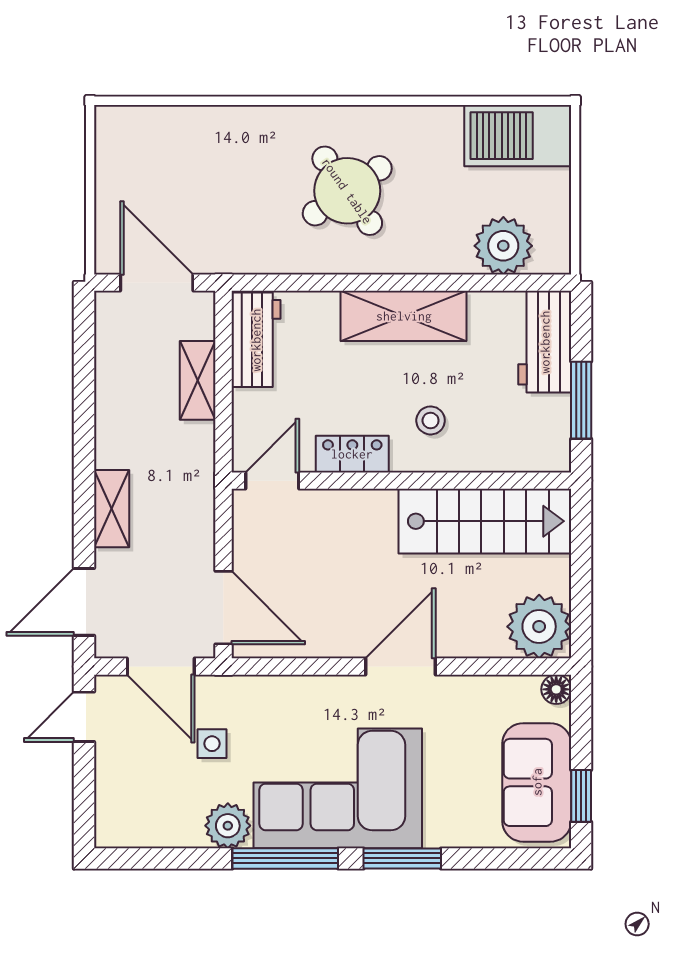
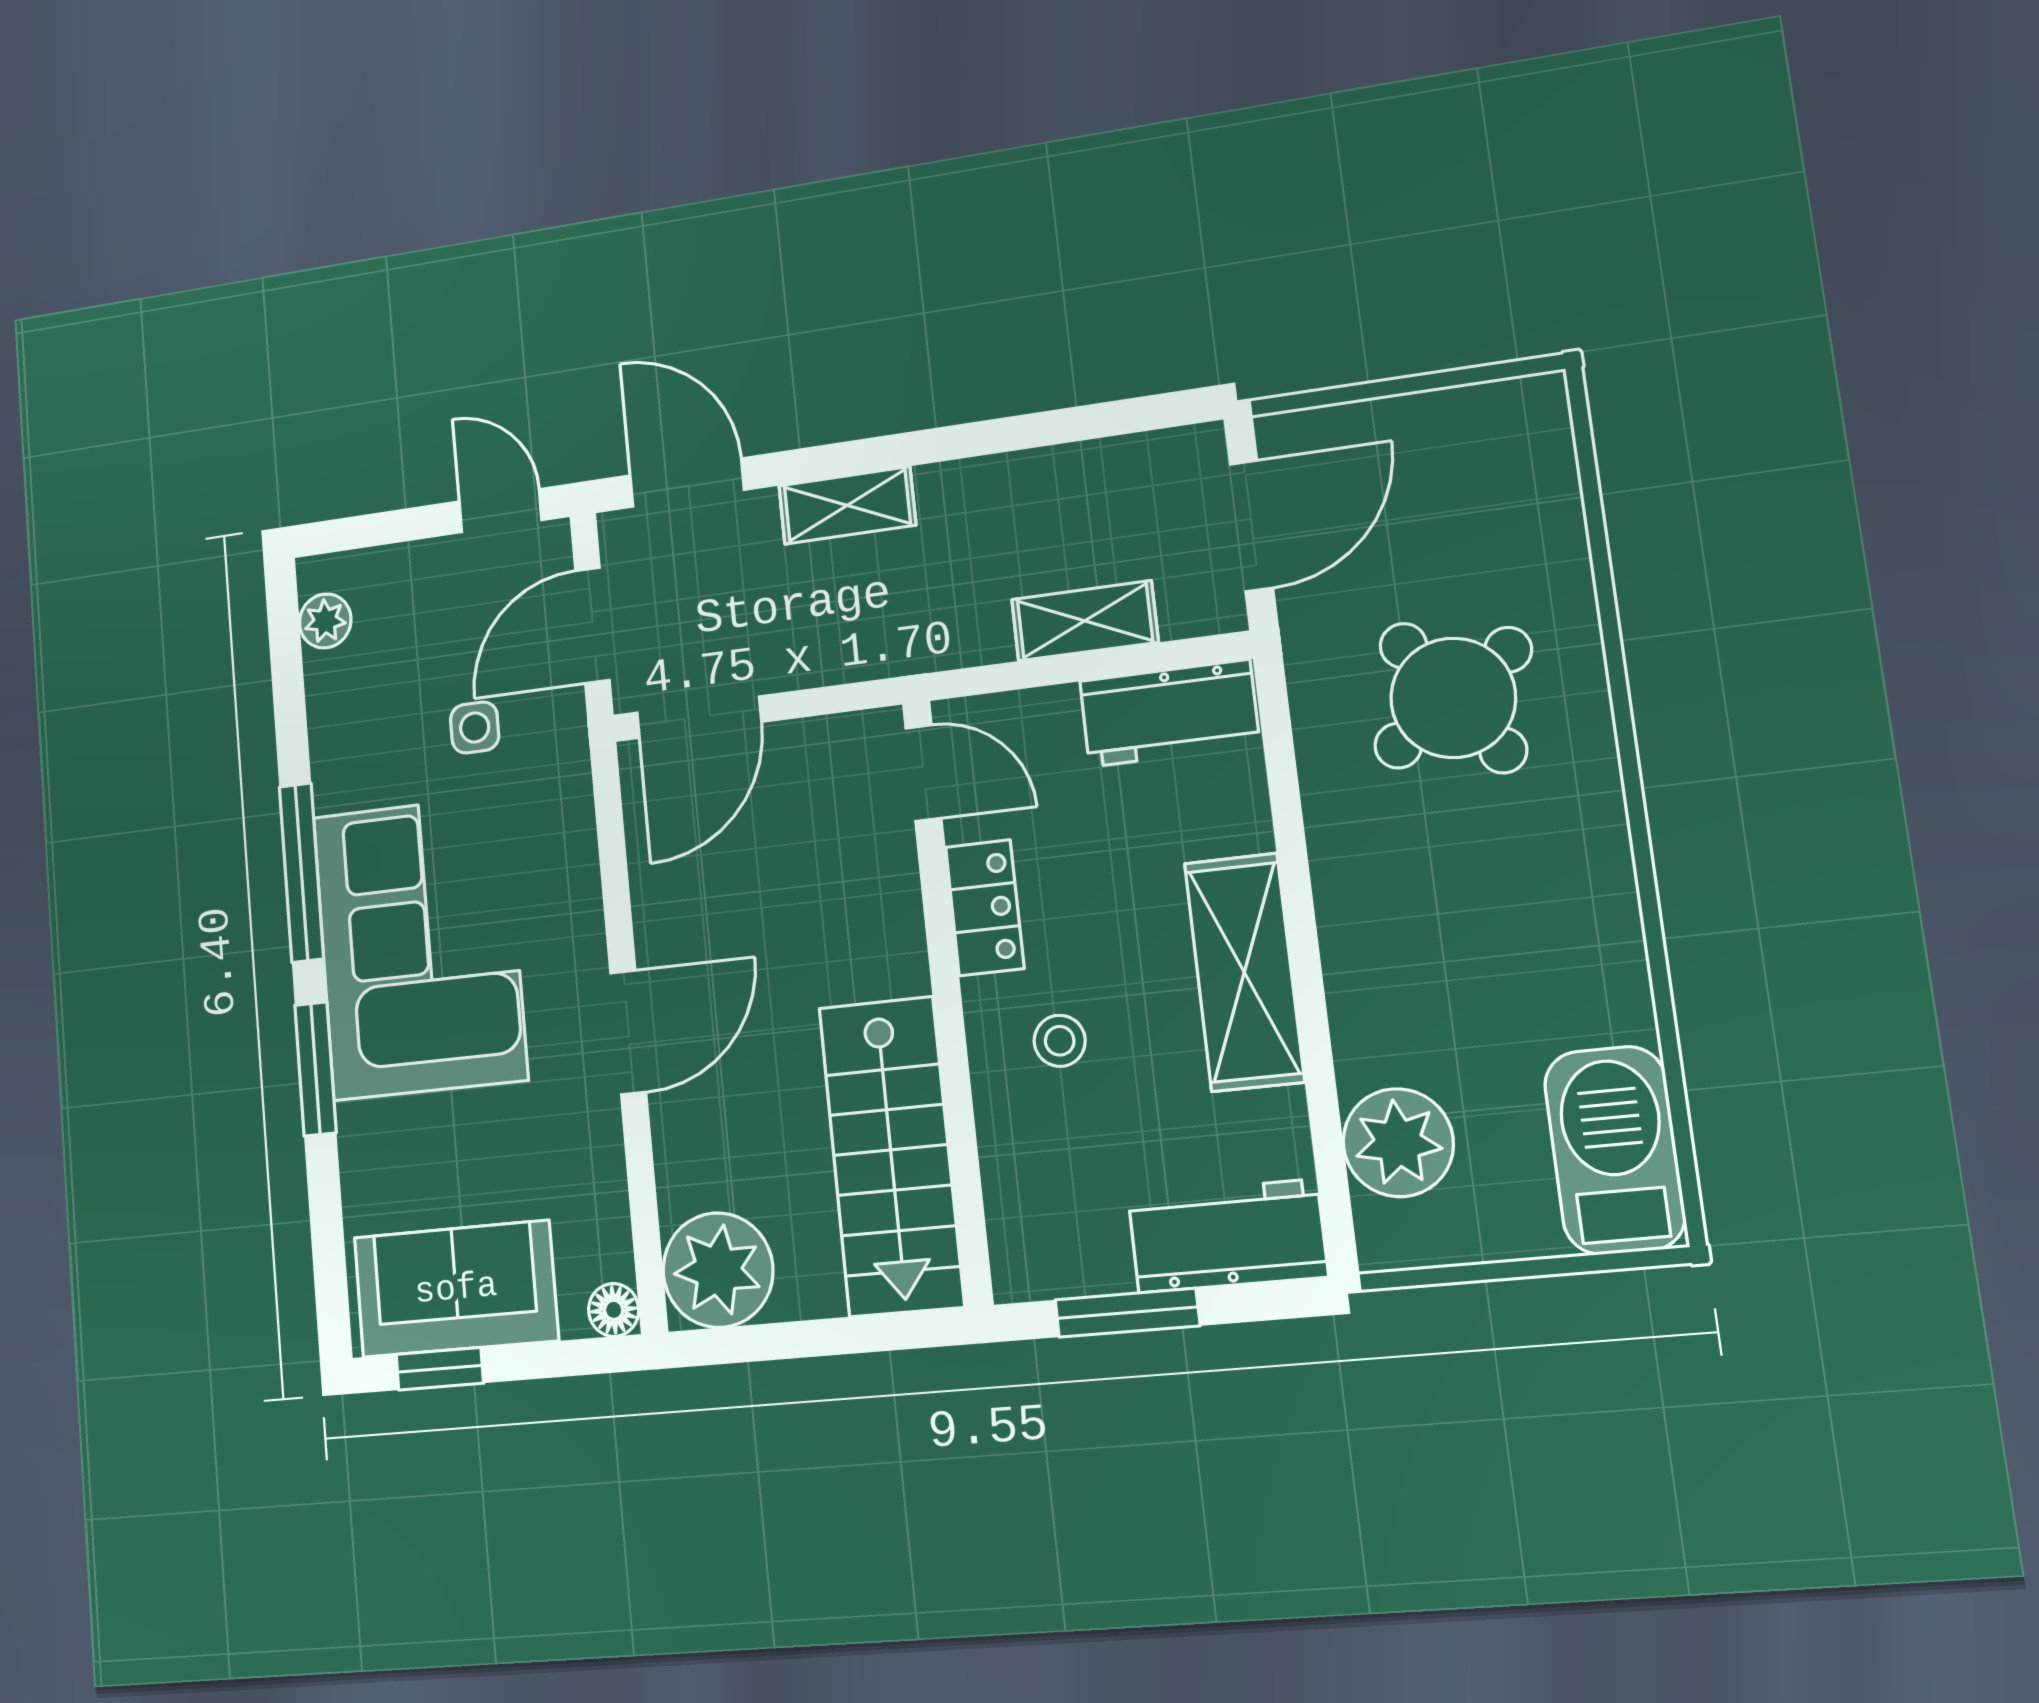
round table: (347, 191) -> (1453, 698), moved
door: (400, 666) -> (628, 1032), hinge flipped
plant: (228, 826) -> (325, 621), moved, width x0.73, depth x0.73

